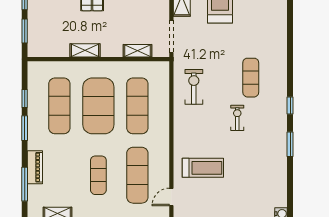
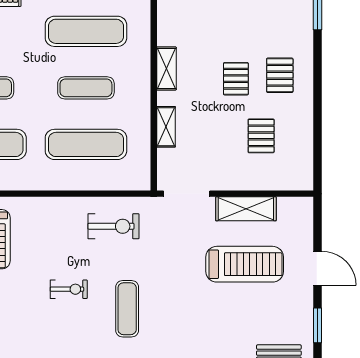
shelving: (138, 51) -> (166, 127), moved
exercise mat: (251, 78) -> (127, 309), turned 90
exercise mat: (98, 106) -> (86, 88), width x0.50, depth x0.69

